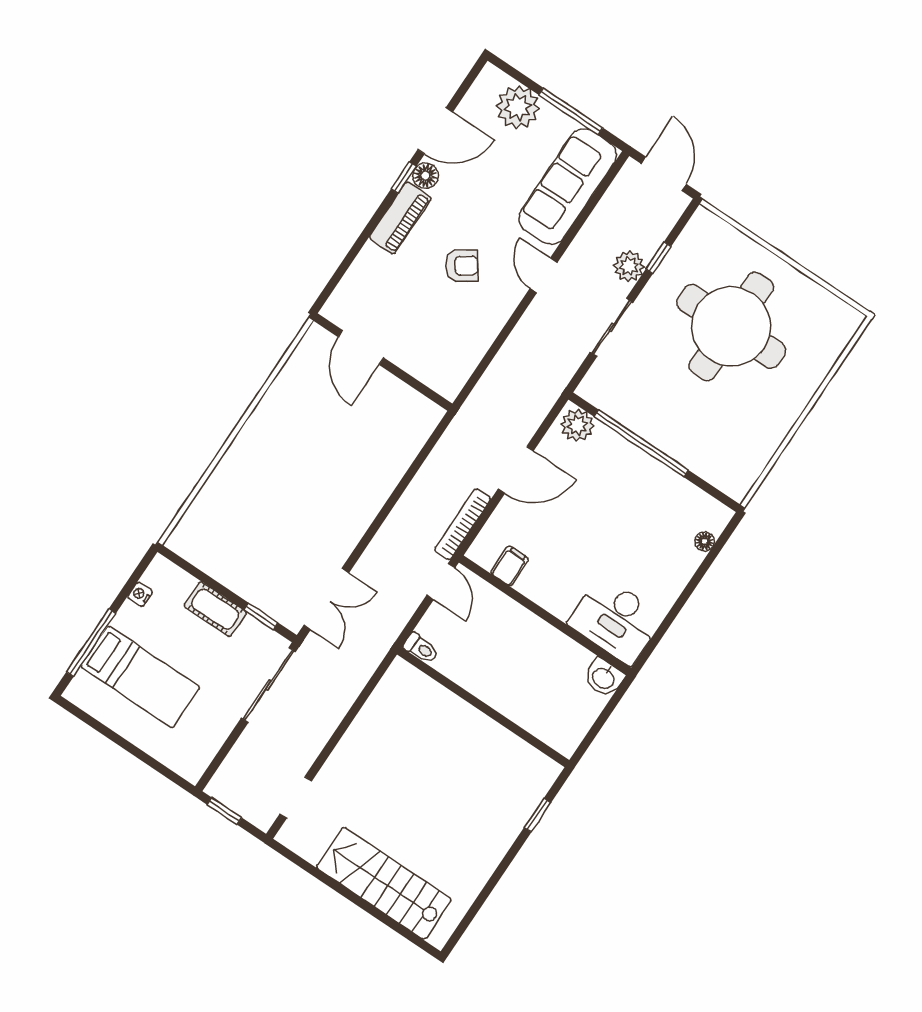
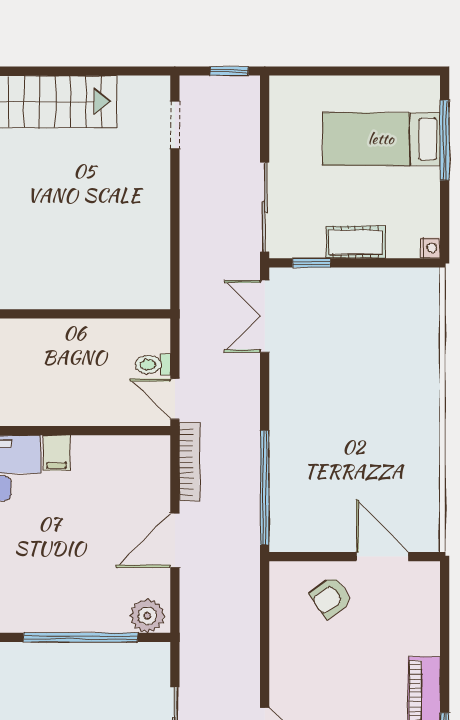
armchair: (462, 266) -> (331, 597), moved
window: (417, 464) -> (265, 488), added
filing cabinet: (510, 566) -> (57, 453), moved
nightstand: (140, 594) -> (430, 248), moved
toilet: (421, 648) -> (153, 365), moved

